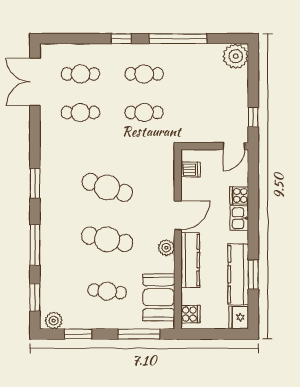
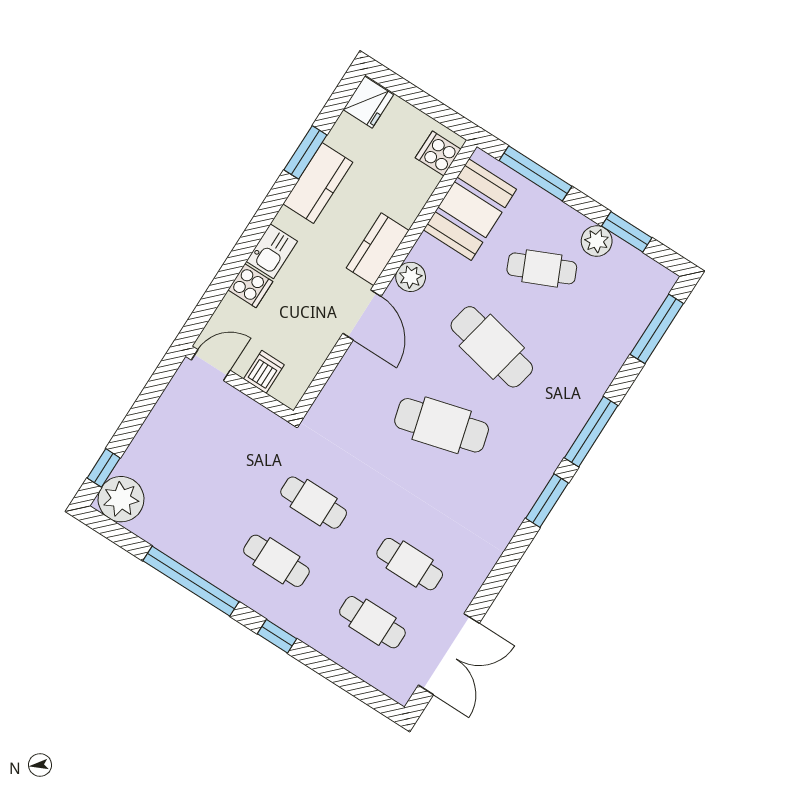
window: (253, 117) -> (104, 468), moved
dishwasher: (191, 170) -> (264, 372), moved, turned 90
cafe table: (107, 187) -> (442, 425), turned -33
door: (178, 215) -> (362, 315), swing flipped
window: (35, 245) -> (591, 432), moved
kitchen counter: (190, 260) -> (378, 249), width x0.67
kitchen counter: (238, 274) -> (318, 183), width x0.67
cafe table: (107, 291) -> (542, 268), turned -30
window: (35, 297) -> (657, 329), width x1.44
plant: (54, 321) -> (597, 241), moved

